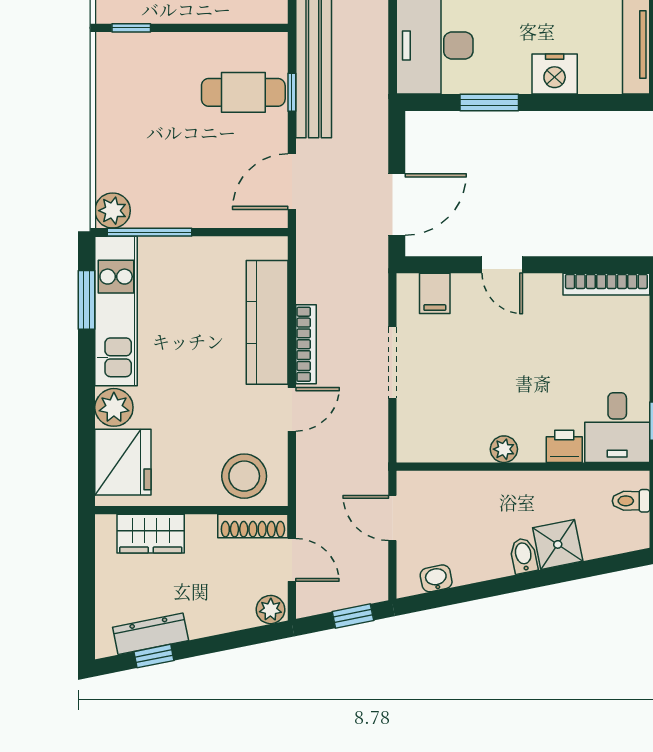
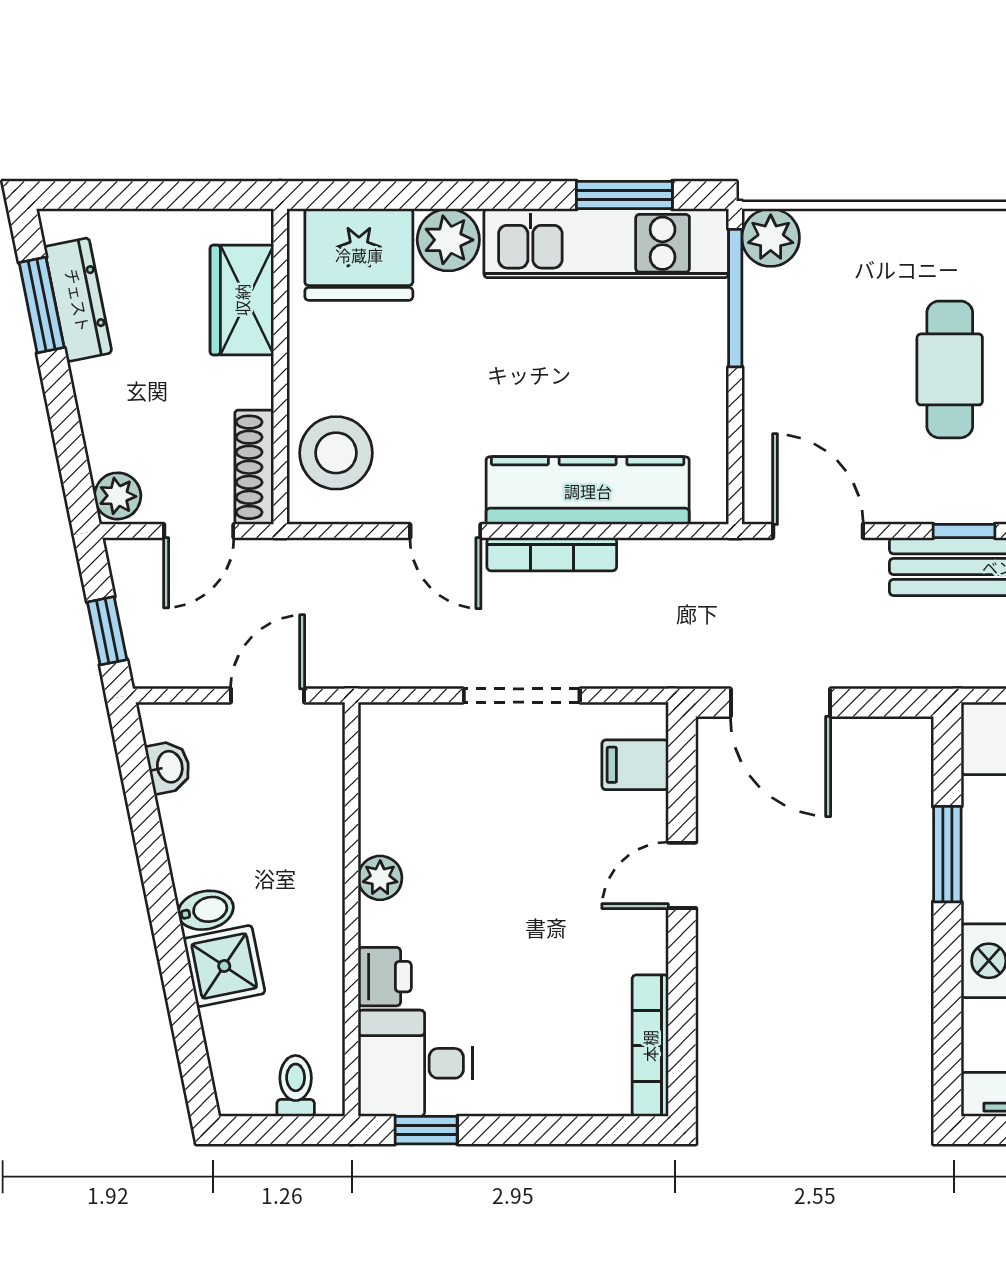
cafe table: (243, 92) -> (950, 369), moved
window: (154, 656) -> (42, 305), width x1.50

